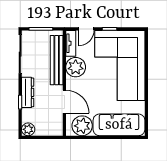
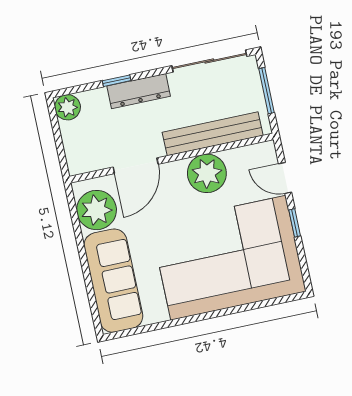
tv unit: (71, 43) -> (251, 154), removed

